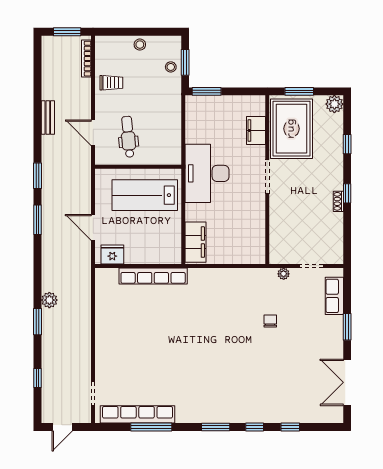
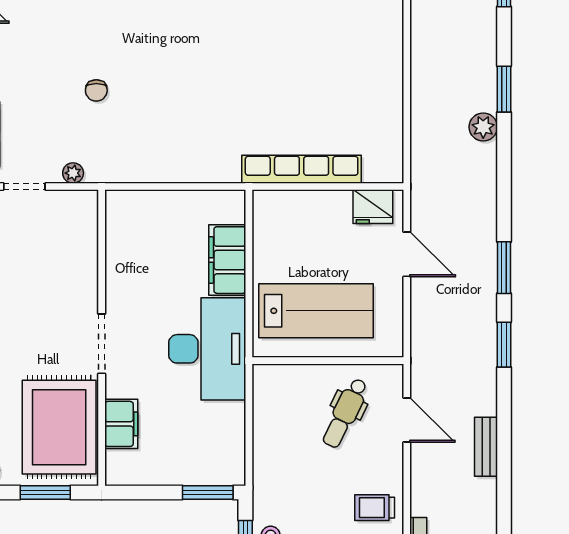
dental chair: (128, 137) -> (345, 413), turned 31
filing cabinet: (195, 242) -> (227, 260), moved

